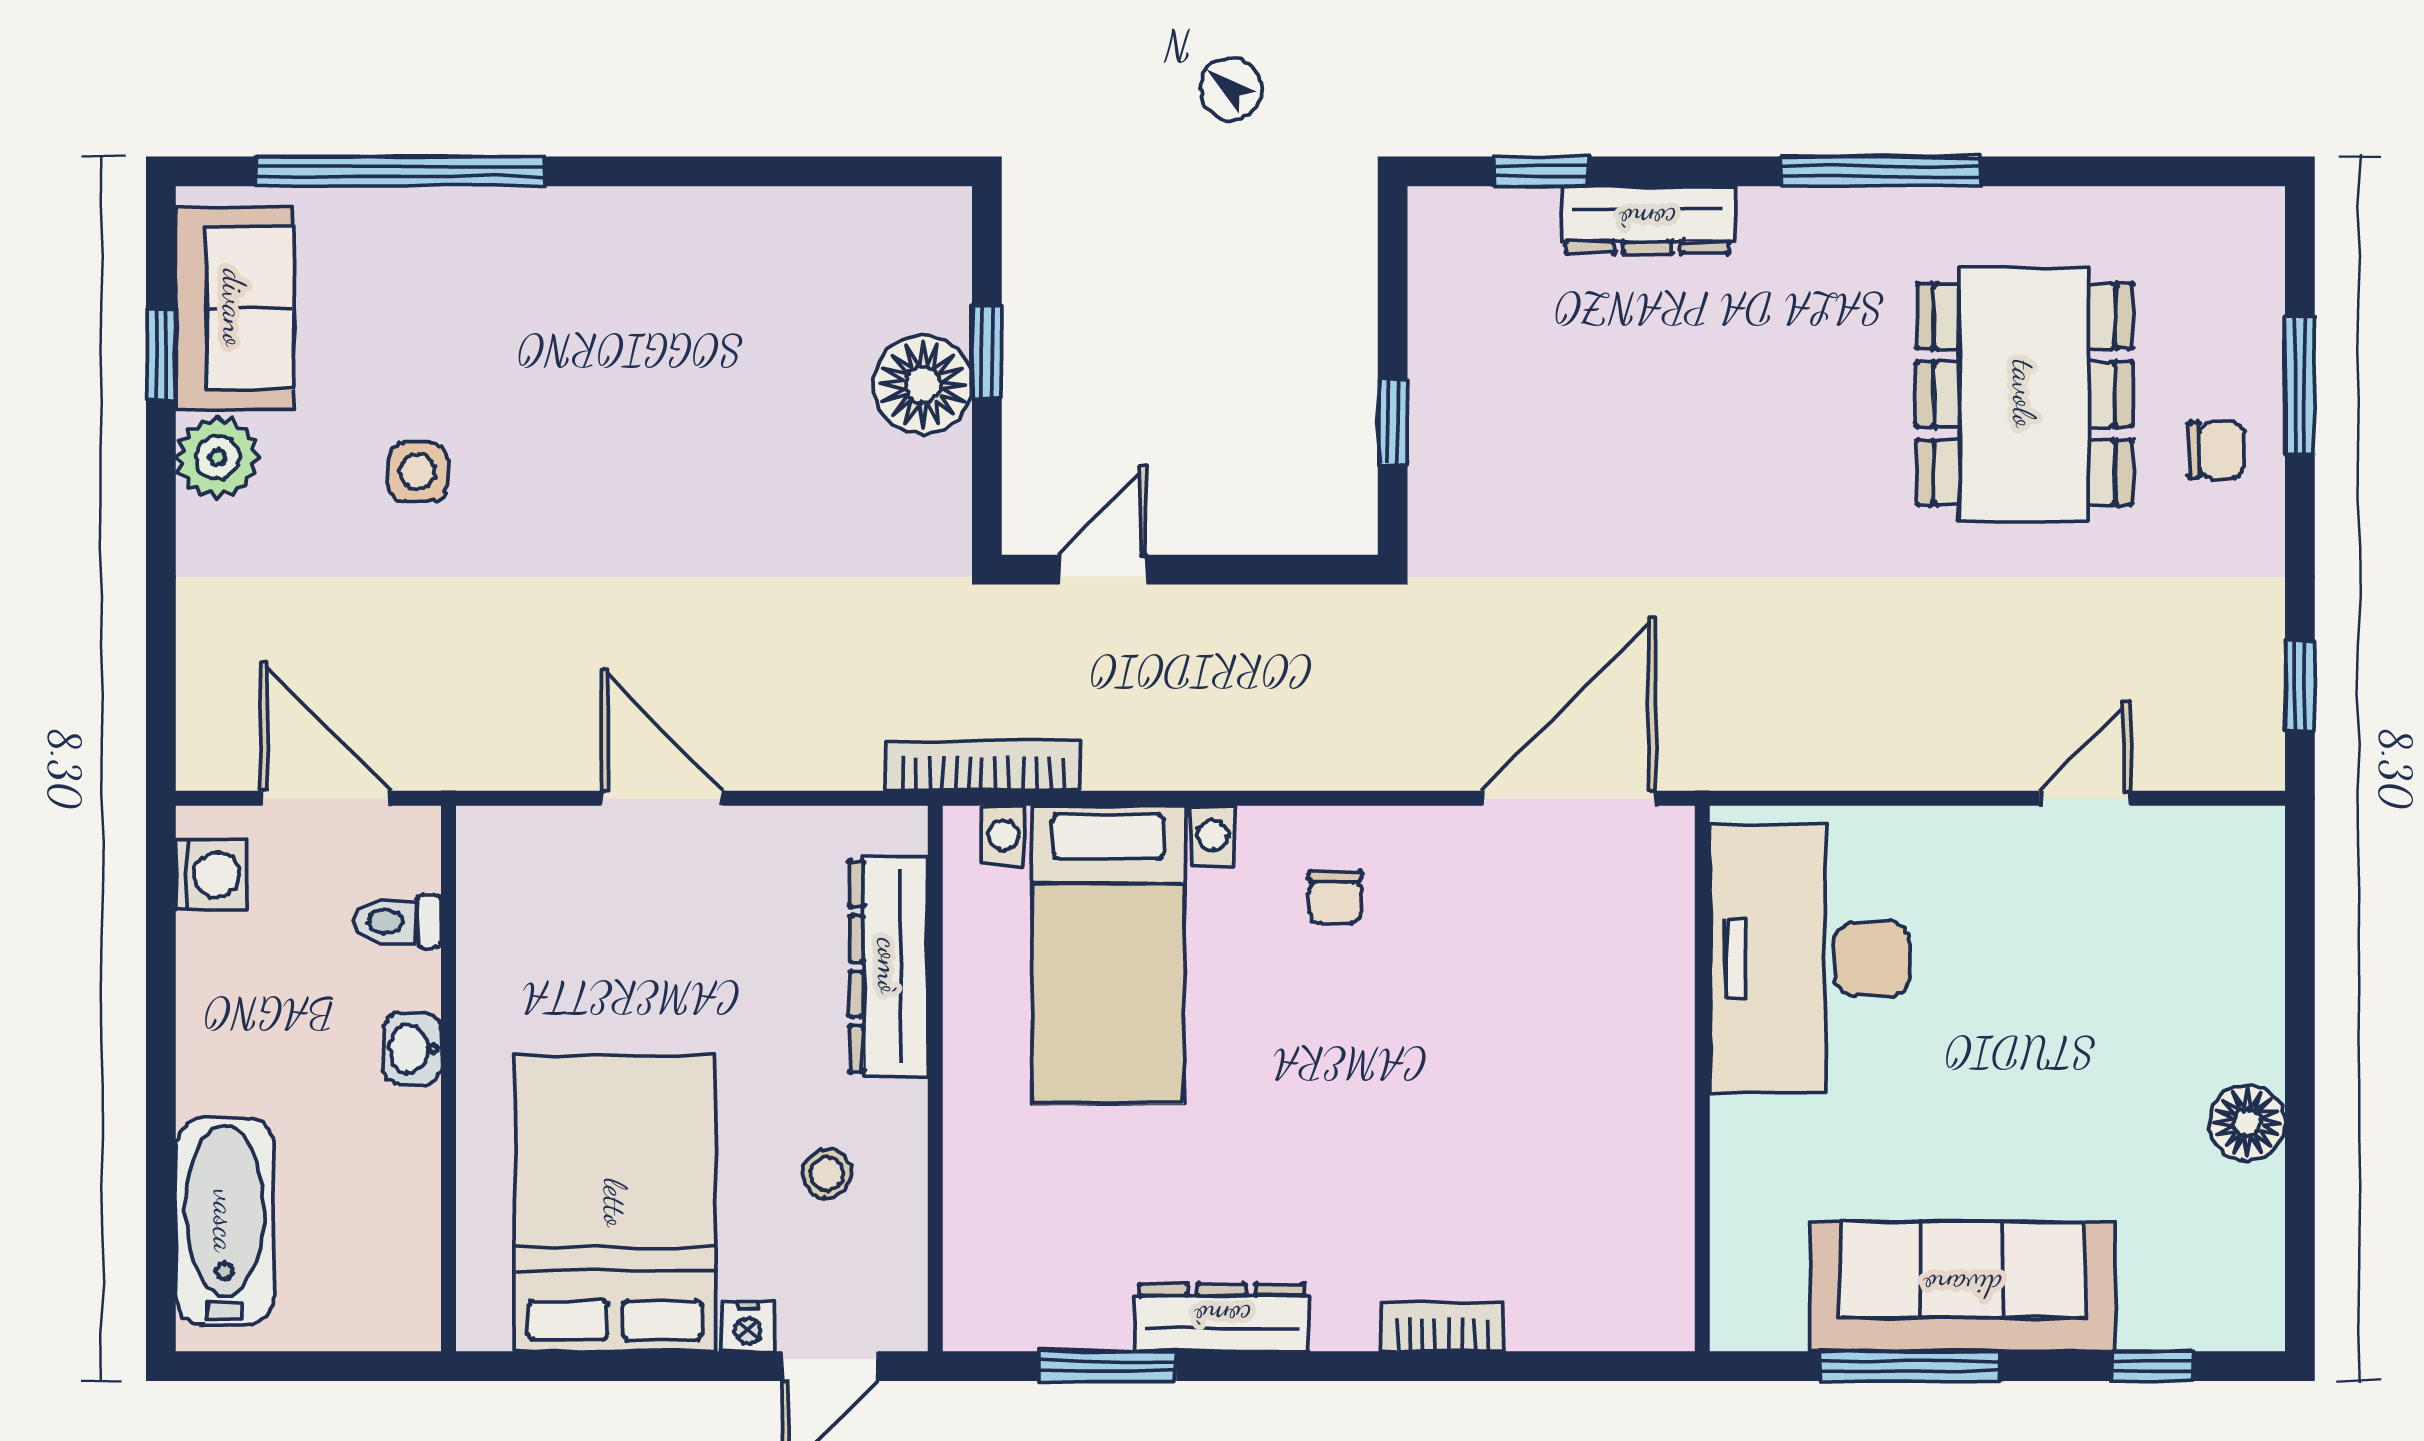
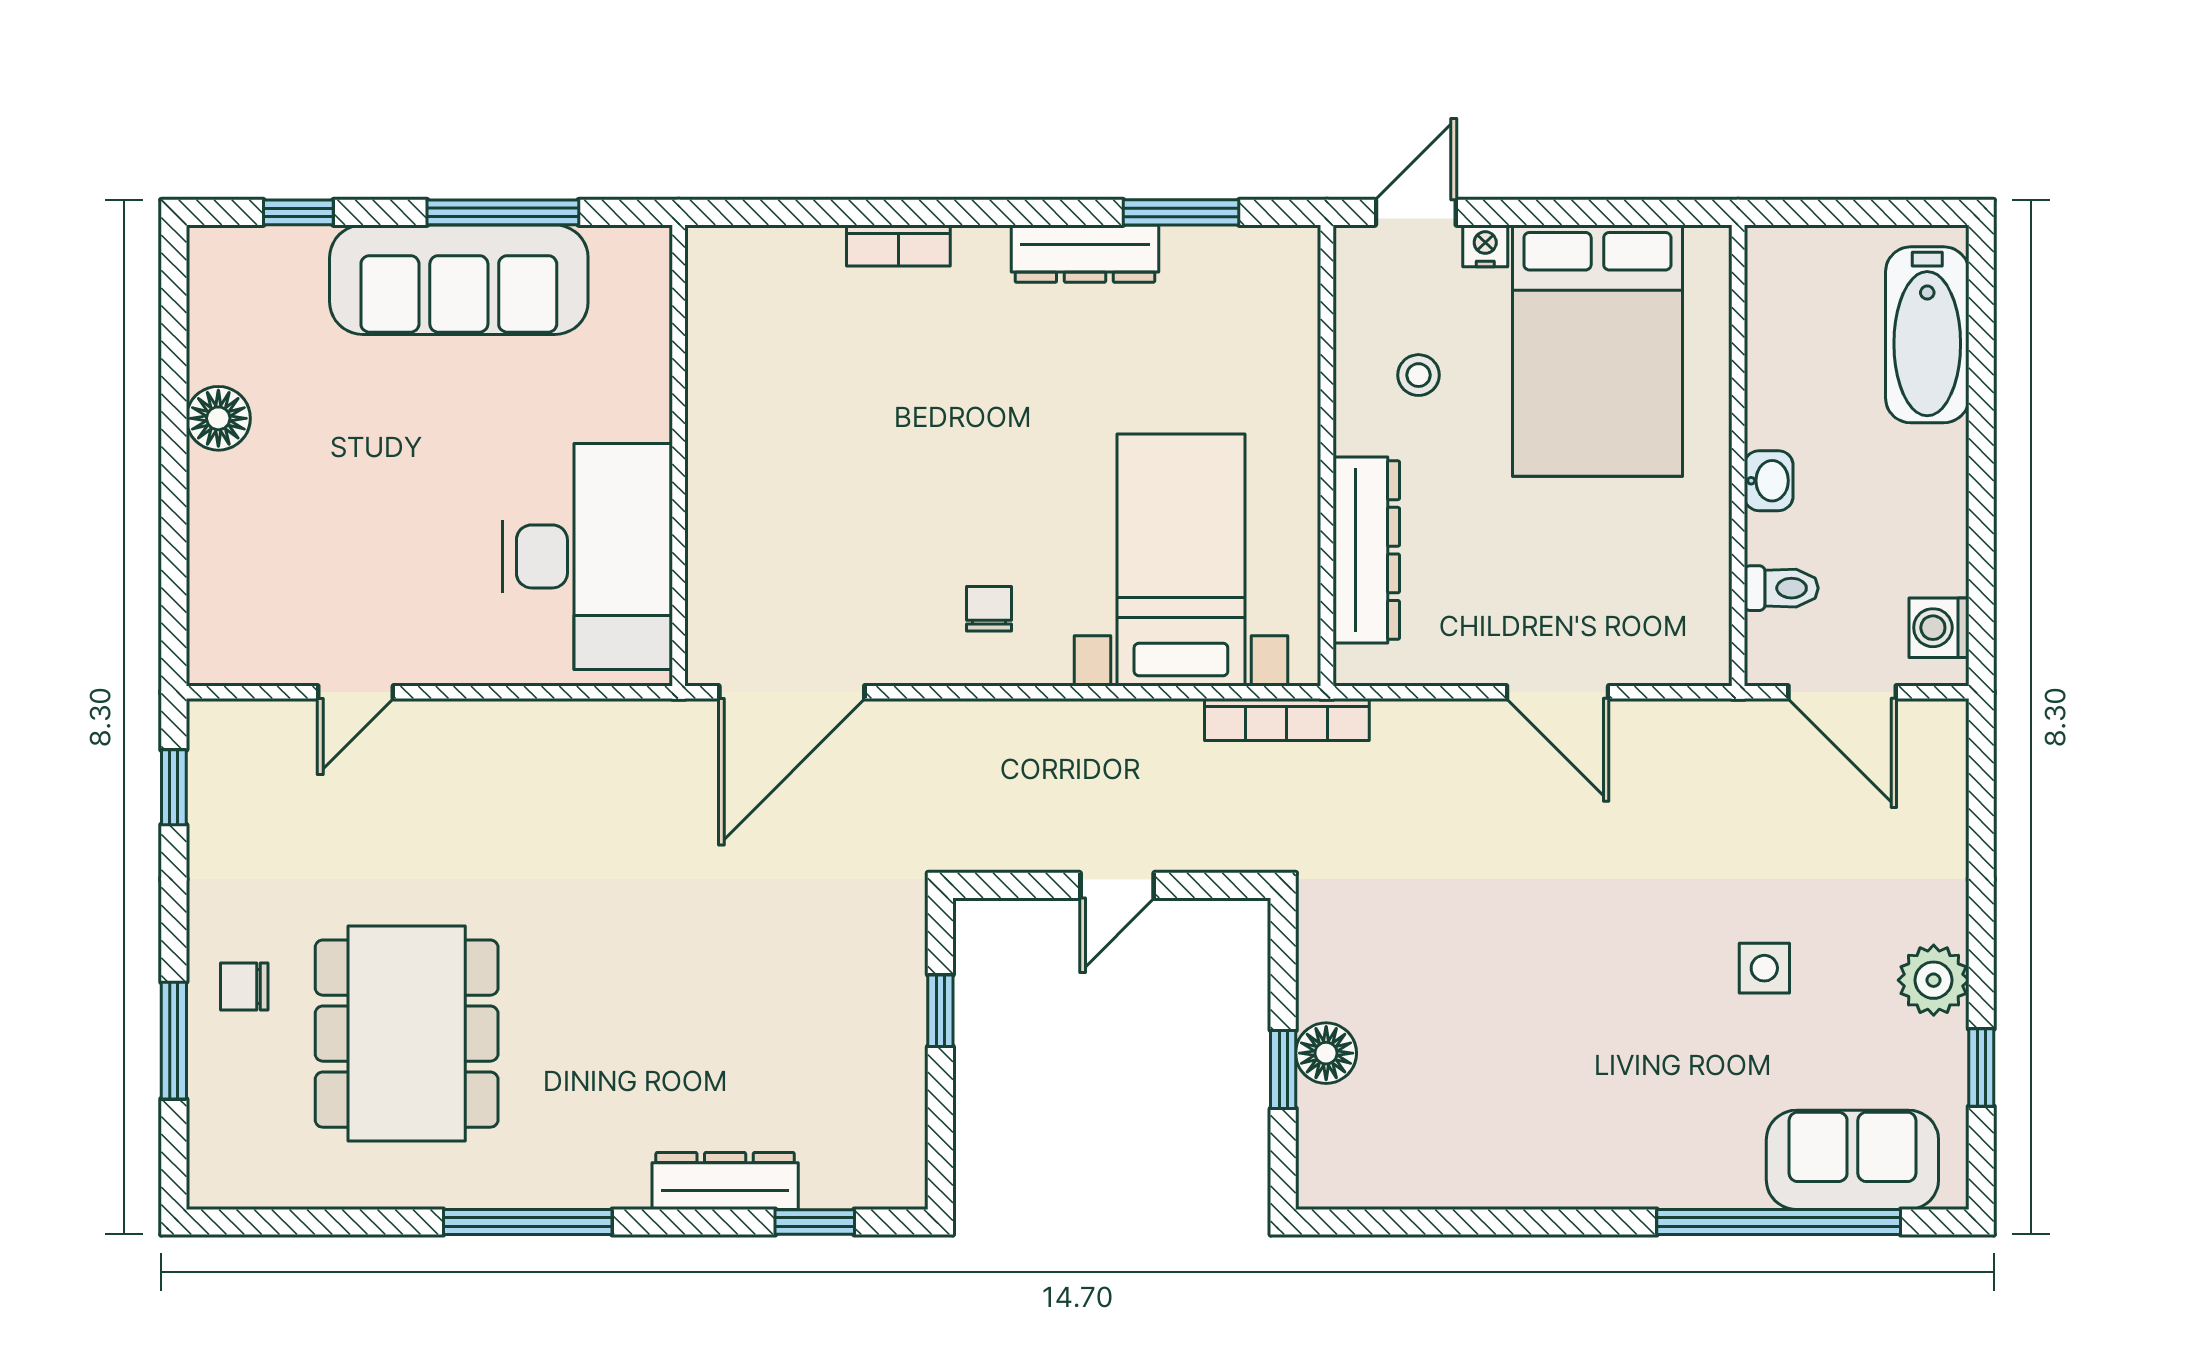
sofa: (234, 308) -> (1852, 1160), moved, turned 90
floor lamp: (923, 385) -> (1326, 1053), width x0.73, depth x0.73
door: (1102, 570) -> (1117, 885), moved

